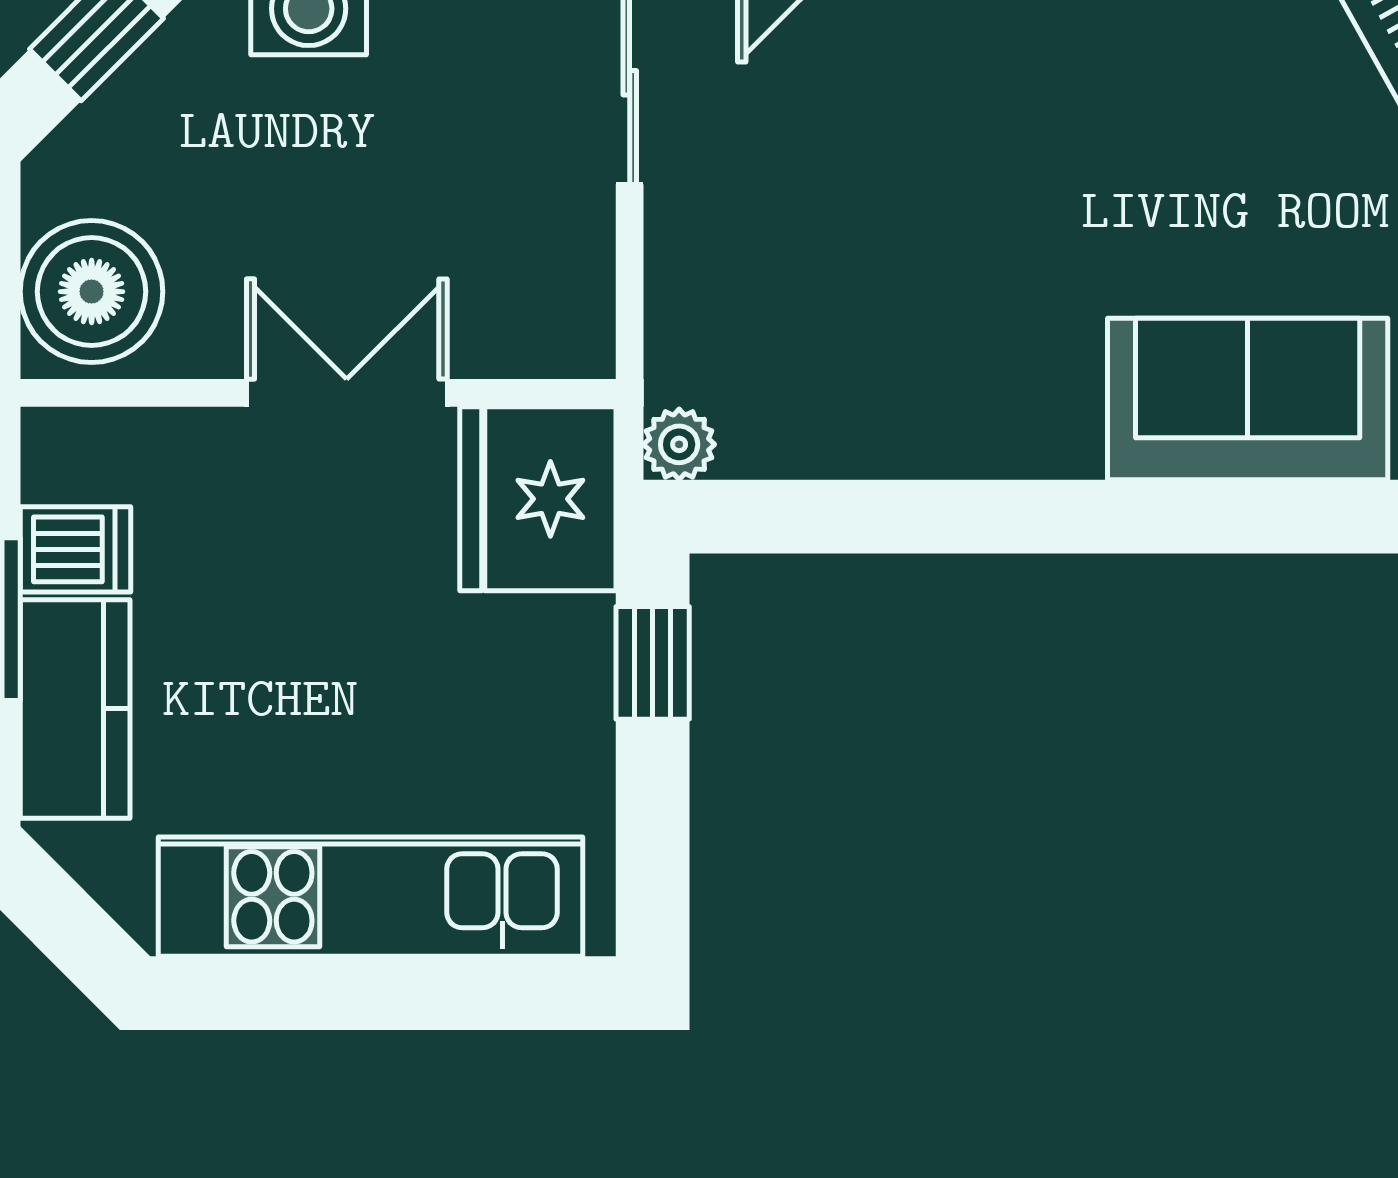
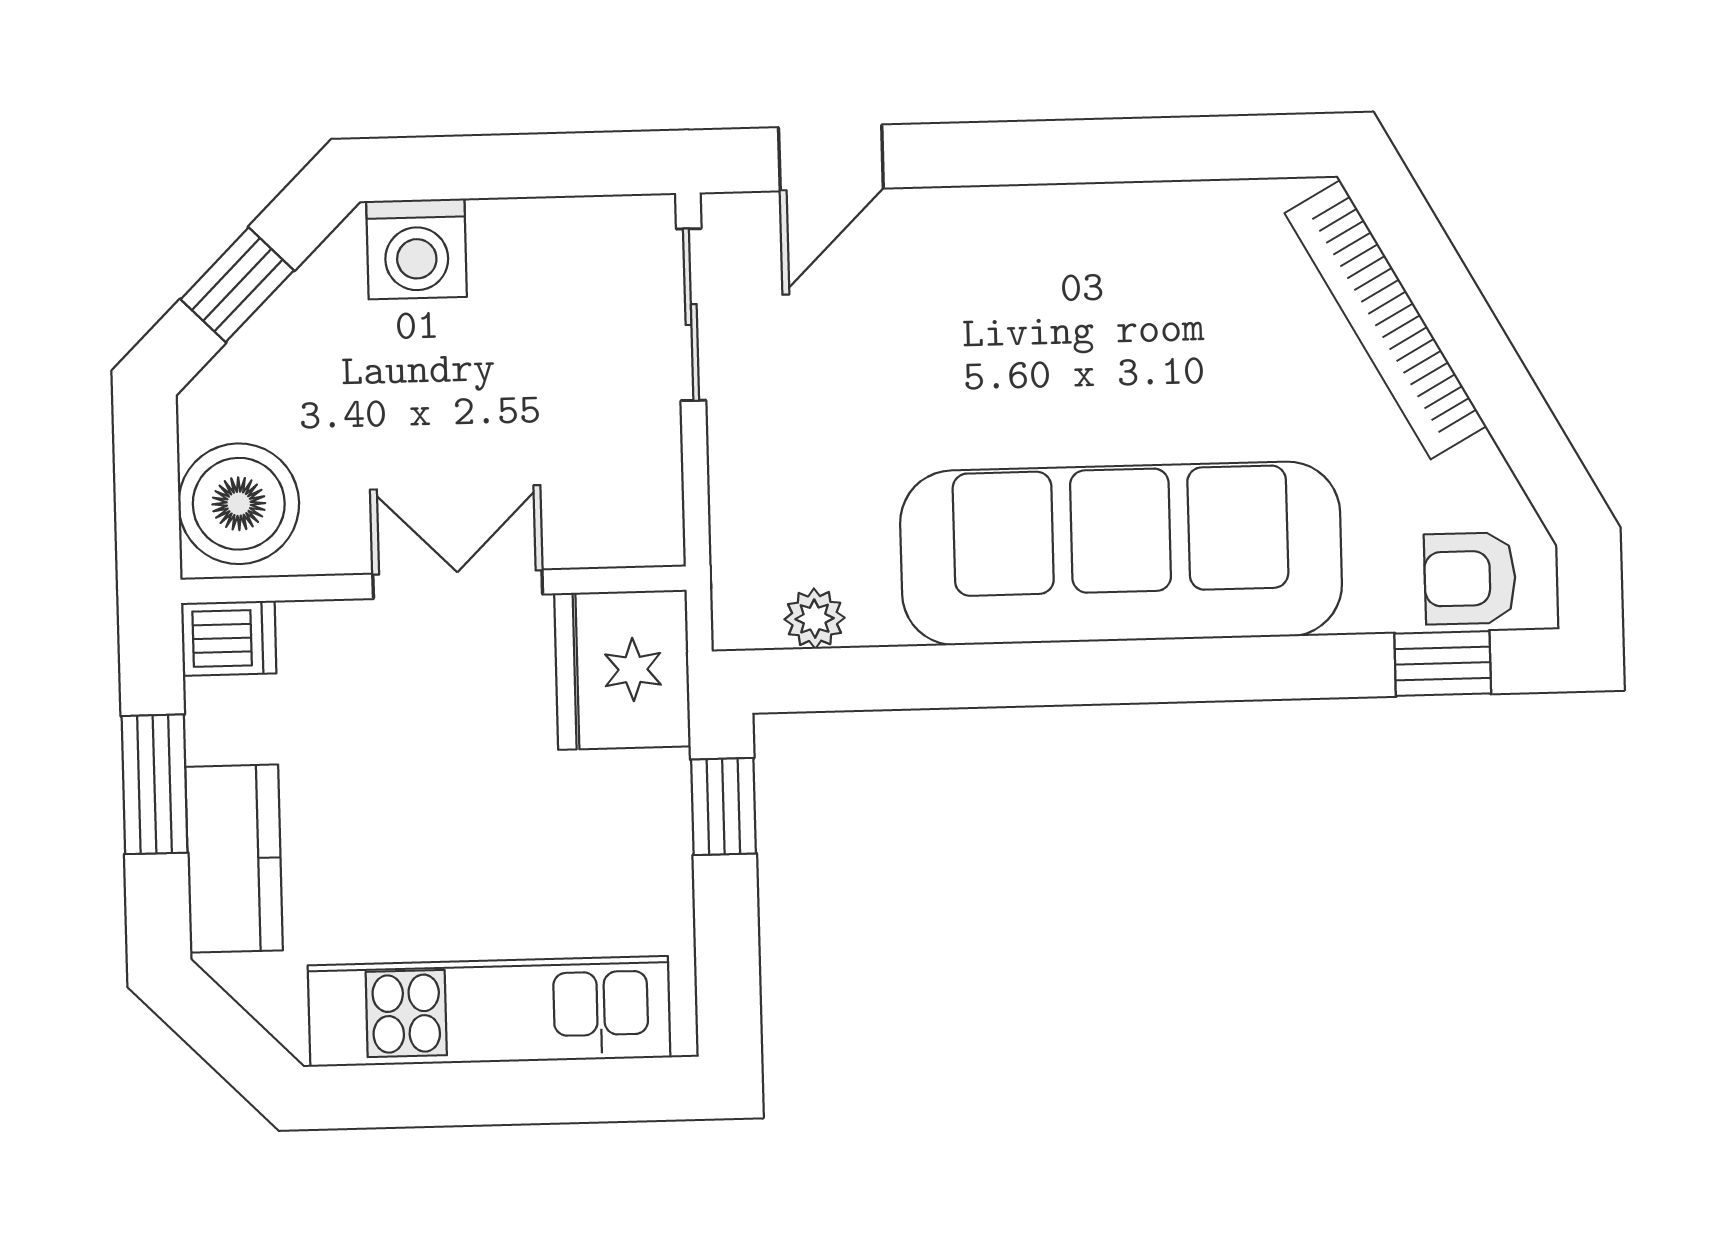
sofa: (1248, 399) -> (1121, 553), width x1.85, depth x1.27
plant: (679, 444) -> (815, 619), moved
dishwasher: (76, 549) -> (229, 638), moved

